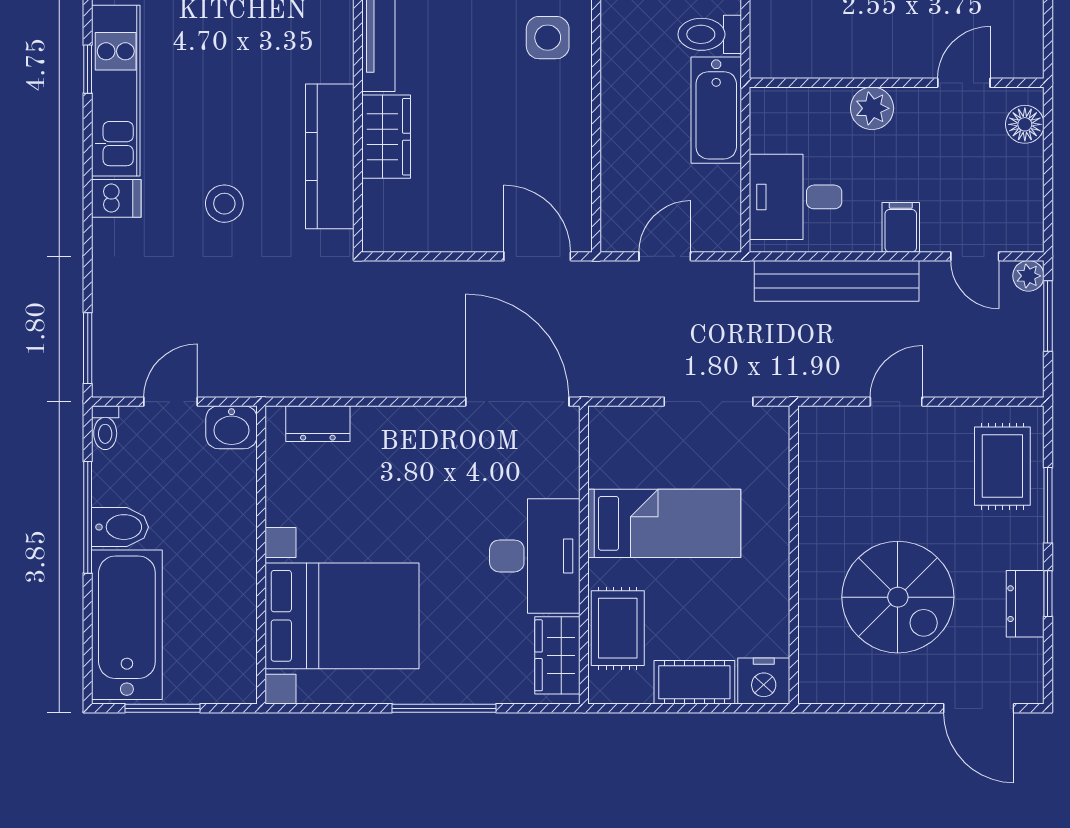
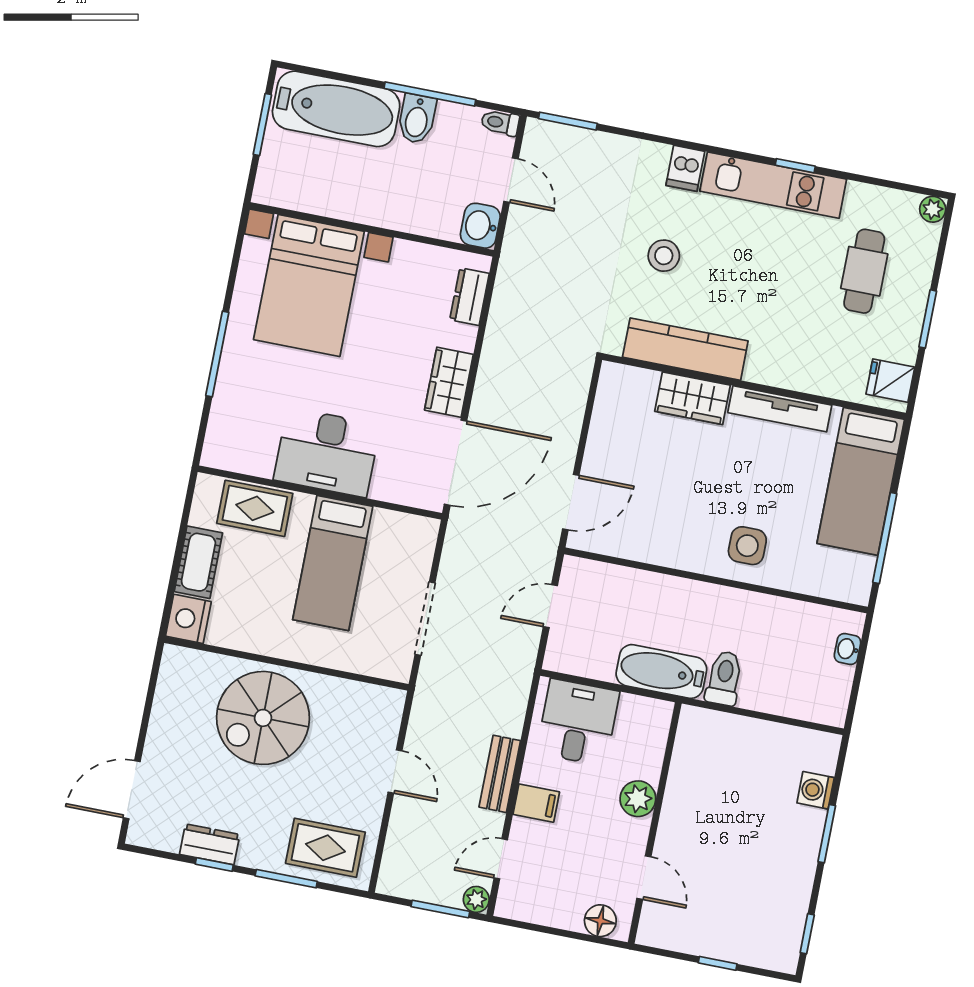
door: (665, 256) -> (550, 606), swing flipped
bench: (837, 281) -> (500, 774), width x0.54, depth x0.82
spiral stairs: (898, 597) -> (263, 718), moved
wardrobe: (557, 655) -> (449, 382), moved, turned -90

